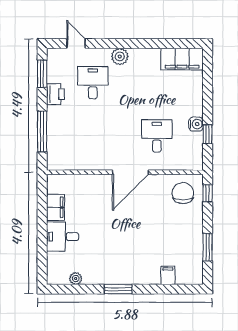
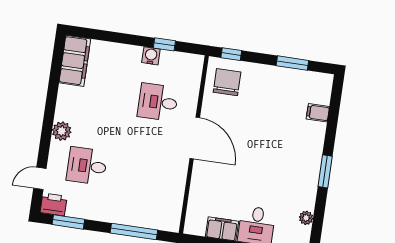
printer: (55, 94) -> (54, 204), moved
chair: (183, 193) -> (227, 82), turned 90

